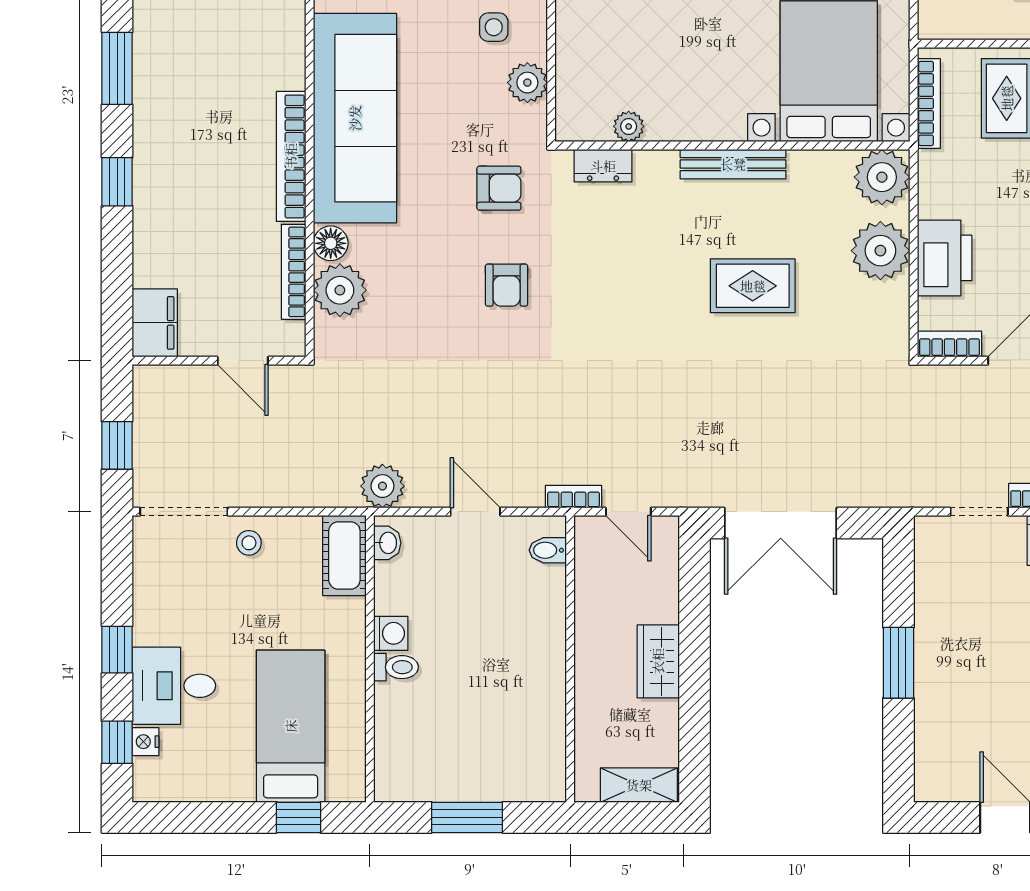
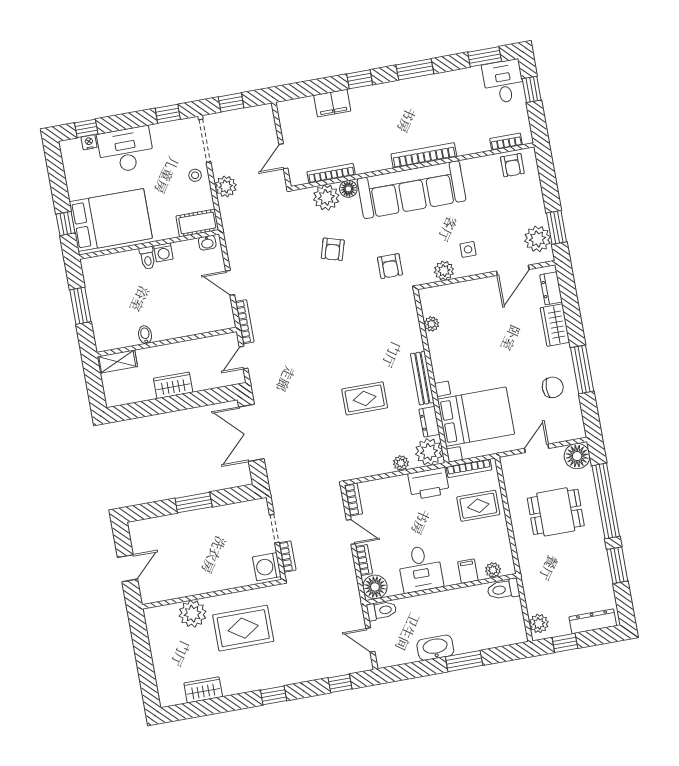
bookcase: (291, 156) -> (424, 155), moved
dresser: (603, 166) -> (429, 422), moved
plant: (880, 251) -> (401, 463), width x0.53, depth x0.53
printer: (945, 258) -> (429, 483), moved
armchair: (507, 285) -> (333, 249), moved, turned -74
rug: (753, 286) -> (365, 398), turned 90
filing cabinet: (155, 323) -> (332, 103), moved
plant: (382, 486) -> (226, 186), moved
bookcase: (574, 497) -> (245, 322), width x1.56
door: (475, 512) -> (230, 283), swing flipped
bidet: (548, 550) -> (145, 335), moved
window: (117, 650) -> (168, 114), moved
desk: (174, 686) -> (126, 150), width x1.37
bed: (291, 726) -> (111, 220), width x1.50
shelving: (639, 785) -> (117, 362), moved, turned 90

